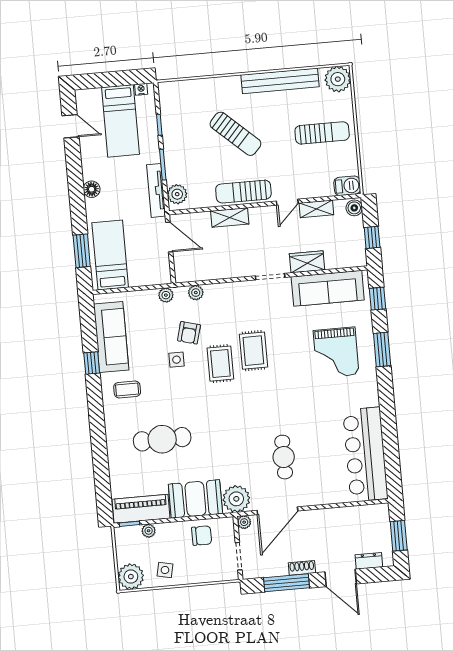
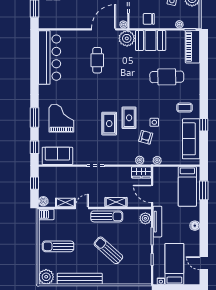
wardrobe: (307, 262) -> (141, 172), moved
sofa: (328, 288) -> (57, 156), width x0.73
piano: (141, 509) -> (193, 47), moved, turned 90

